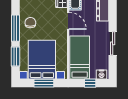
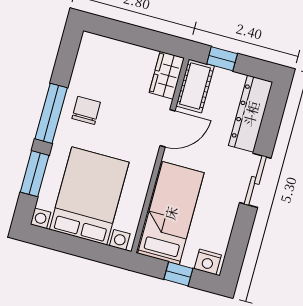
door: (68, 21) -> (168, 128), hinge flipped
sliding door: (113, 43) -> (255, 180), moved
window: (44, 83) -> (80, 247), removed

